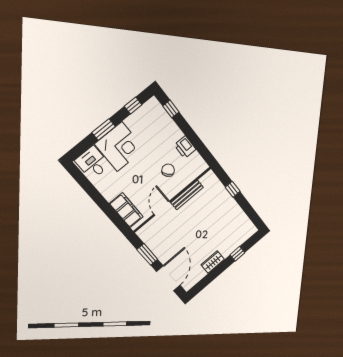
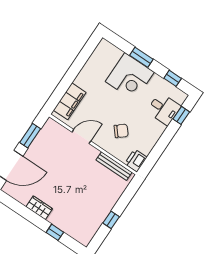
printer: (185, 147) -> (136, 161), moved
desk: (92, 163) -> (164, 109), moved, turned 90
window: (233, 189) -> (111, 220), moved
bench: (187, 195) -> (114, 166), moved

